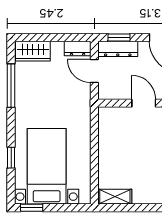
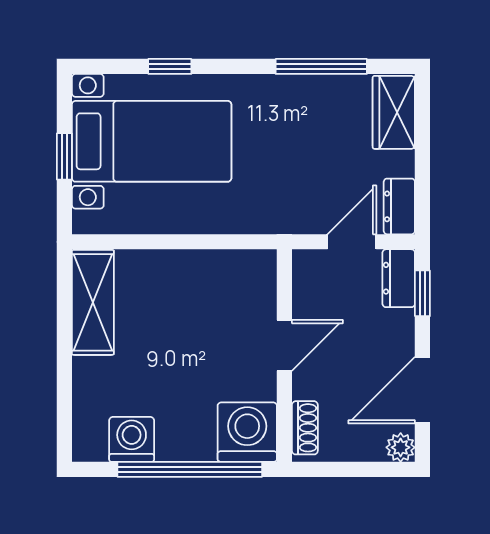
dresser: (118, 49) -> (399, 278), width x0.70
shelving: (115, 197) -> (93, 302), width x1.50, depth x1.33
window: (32, 208) -> (64, 156), moved

